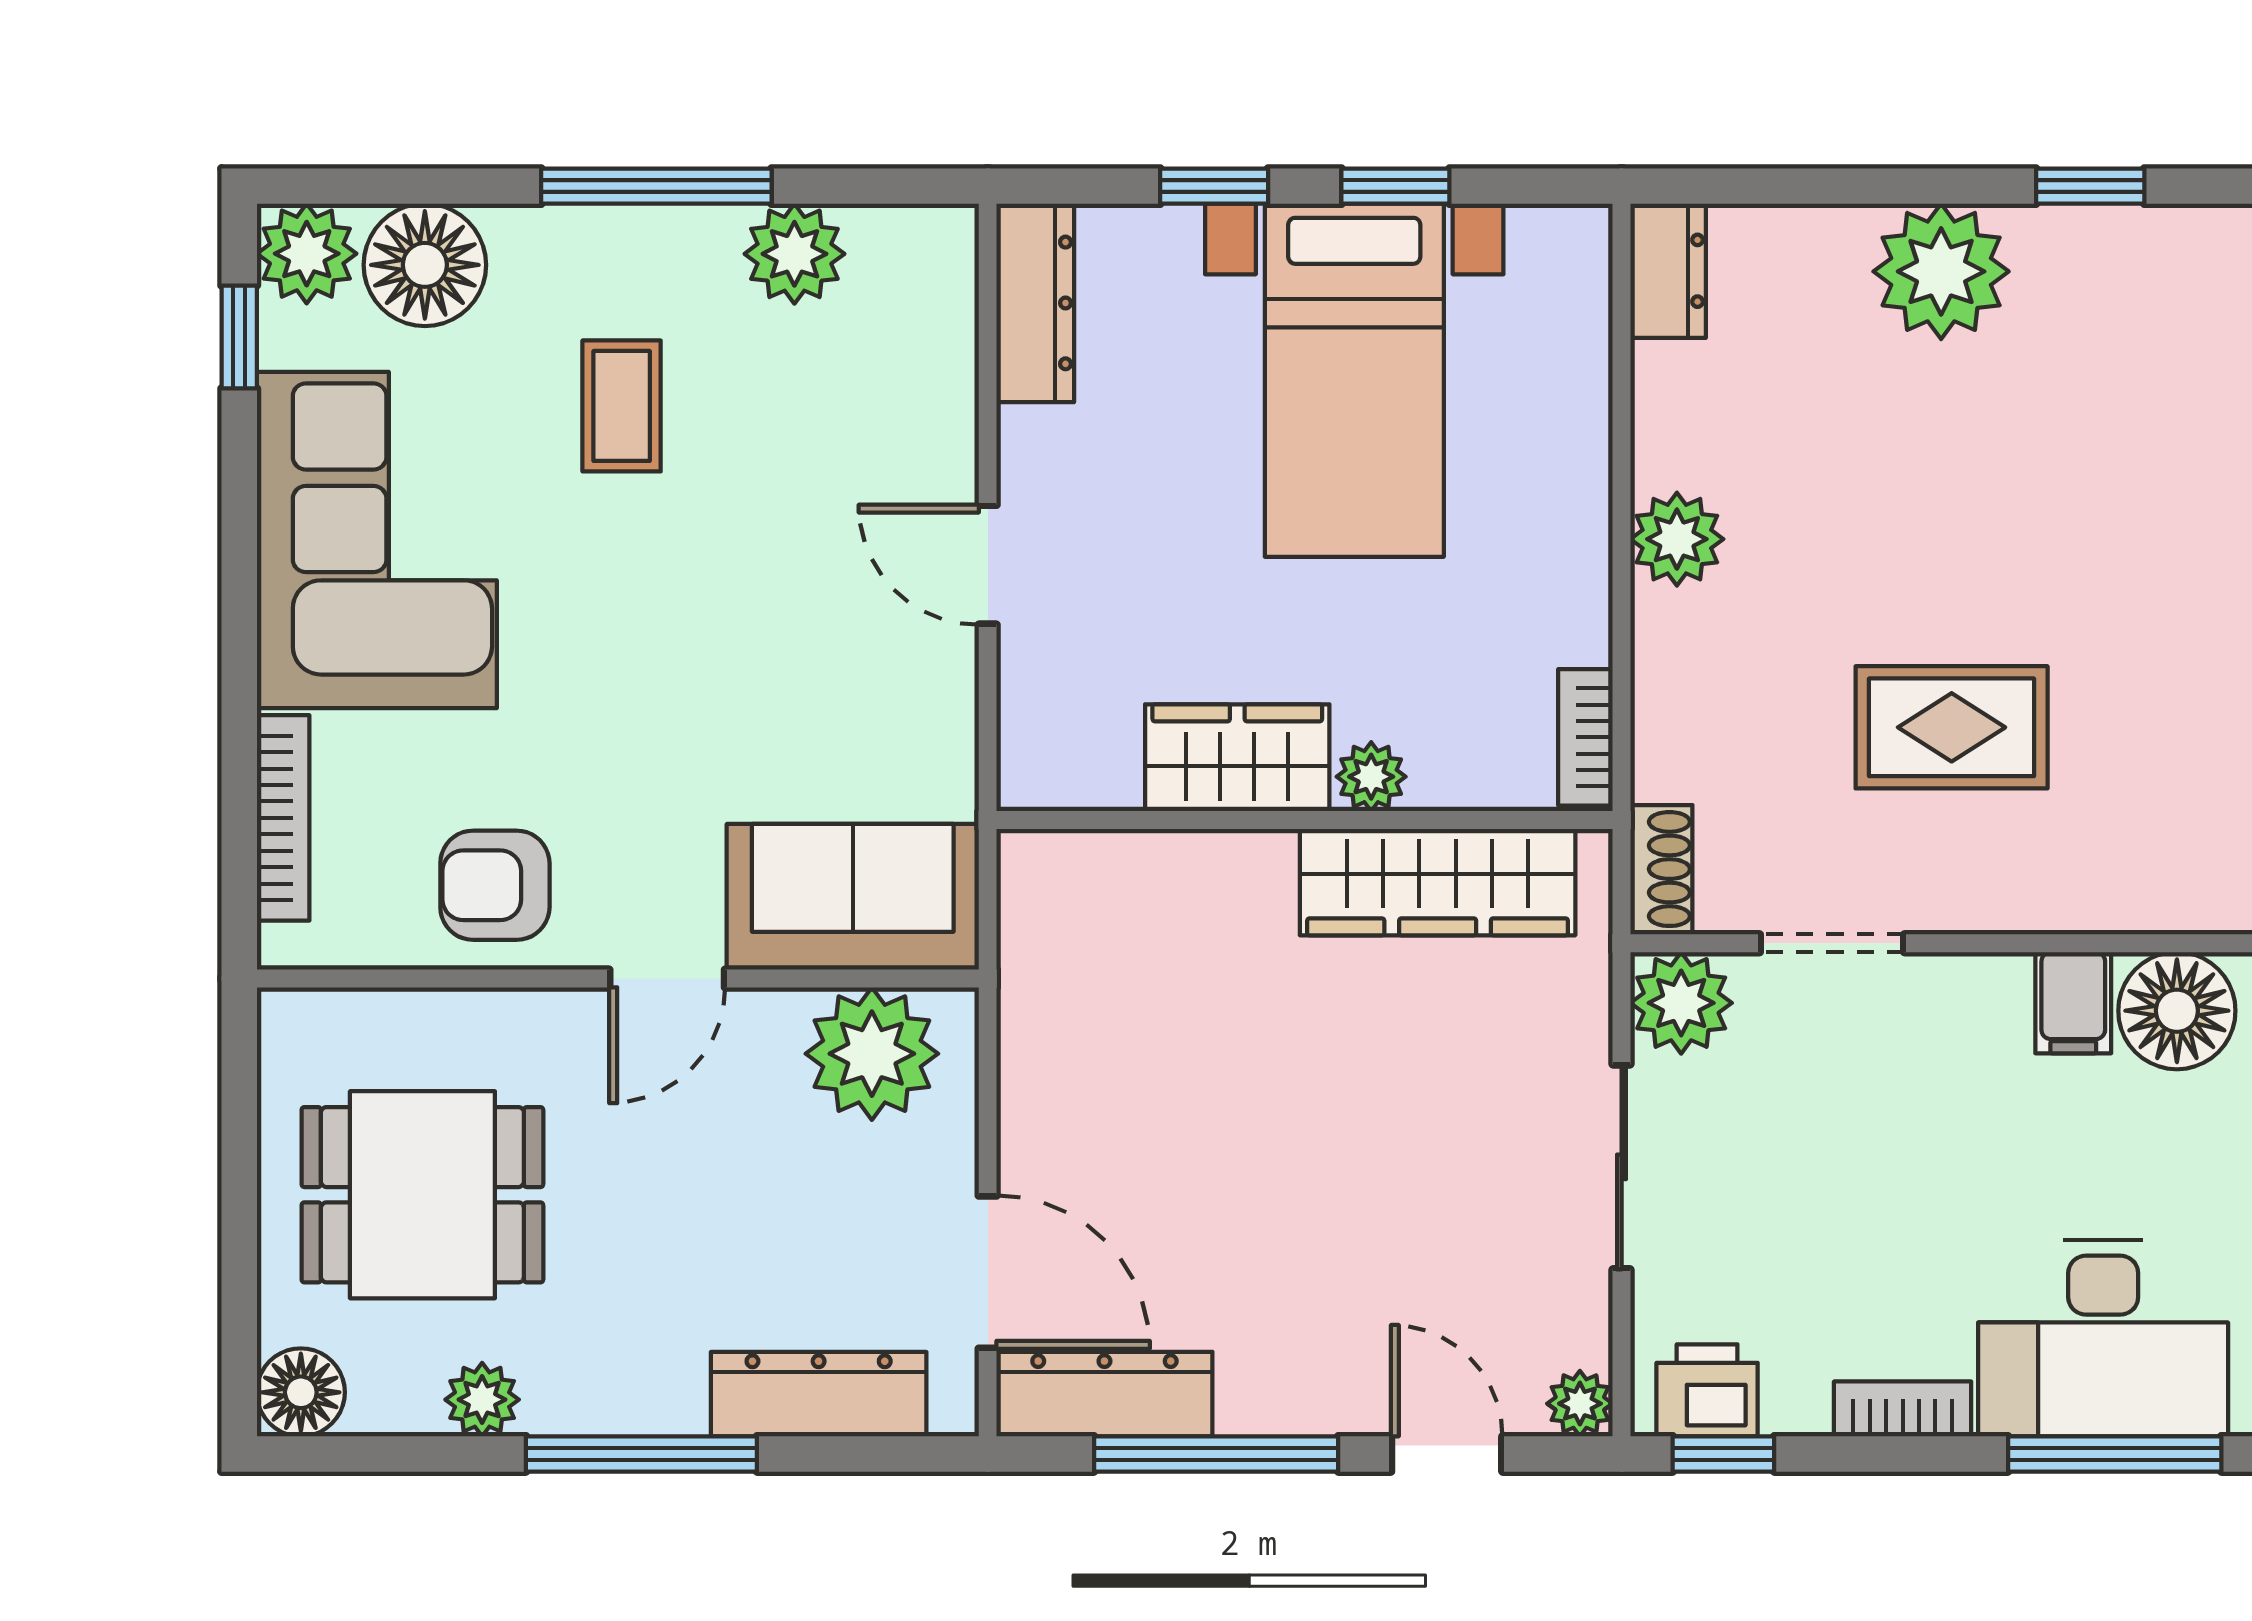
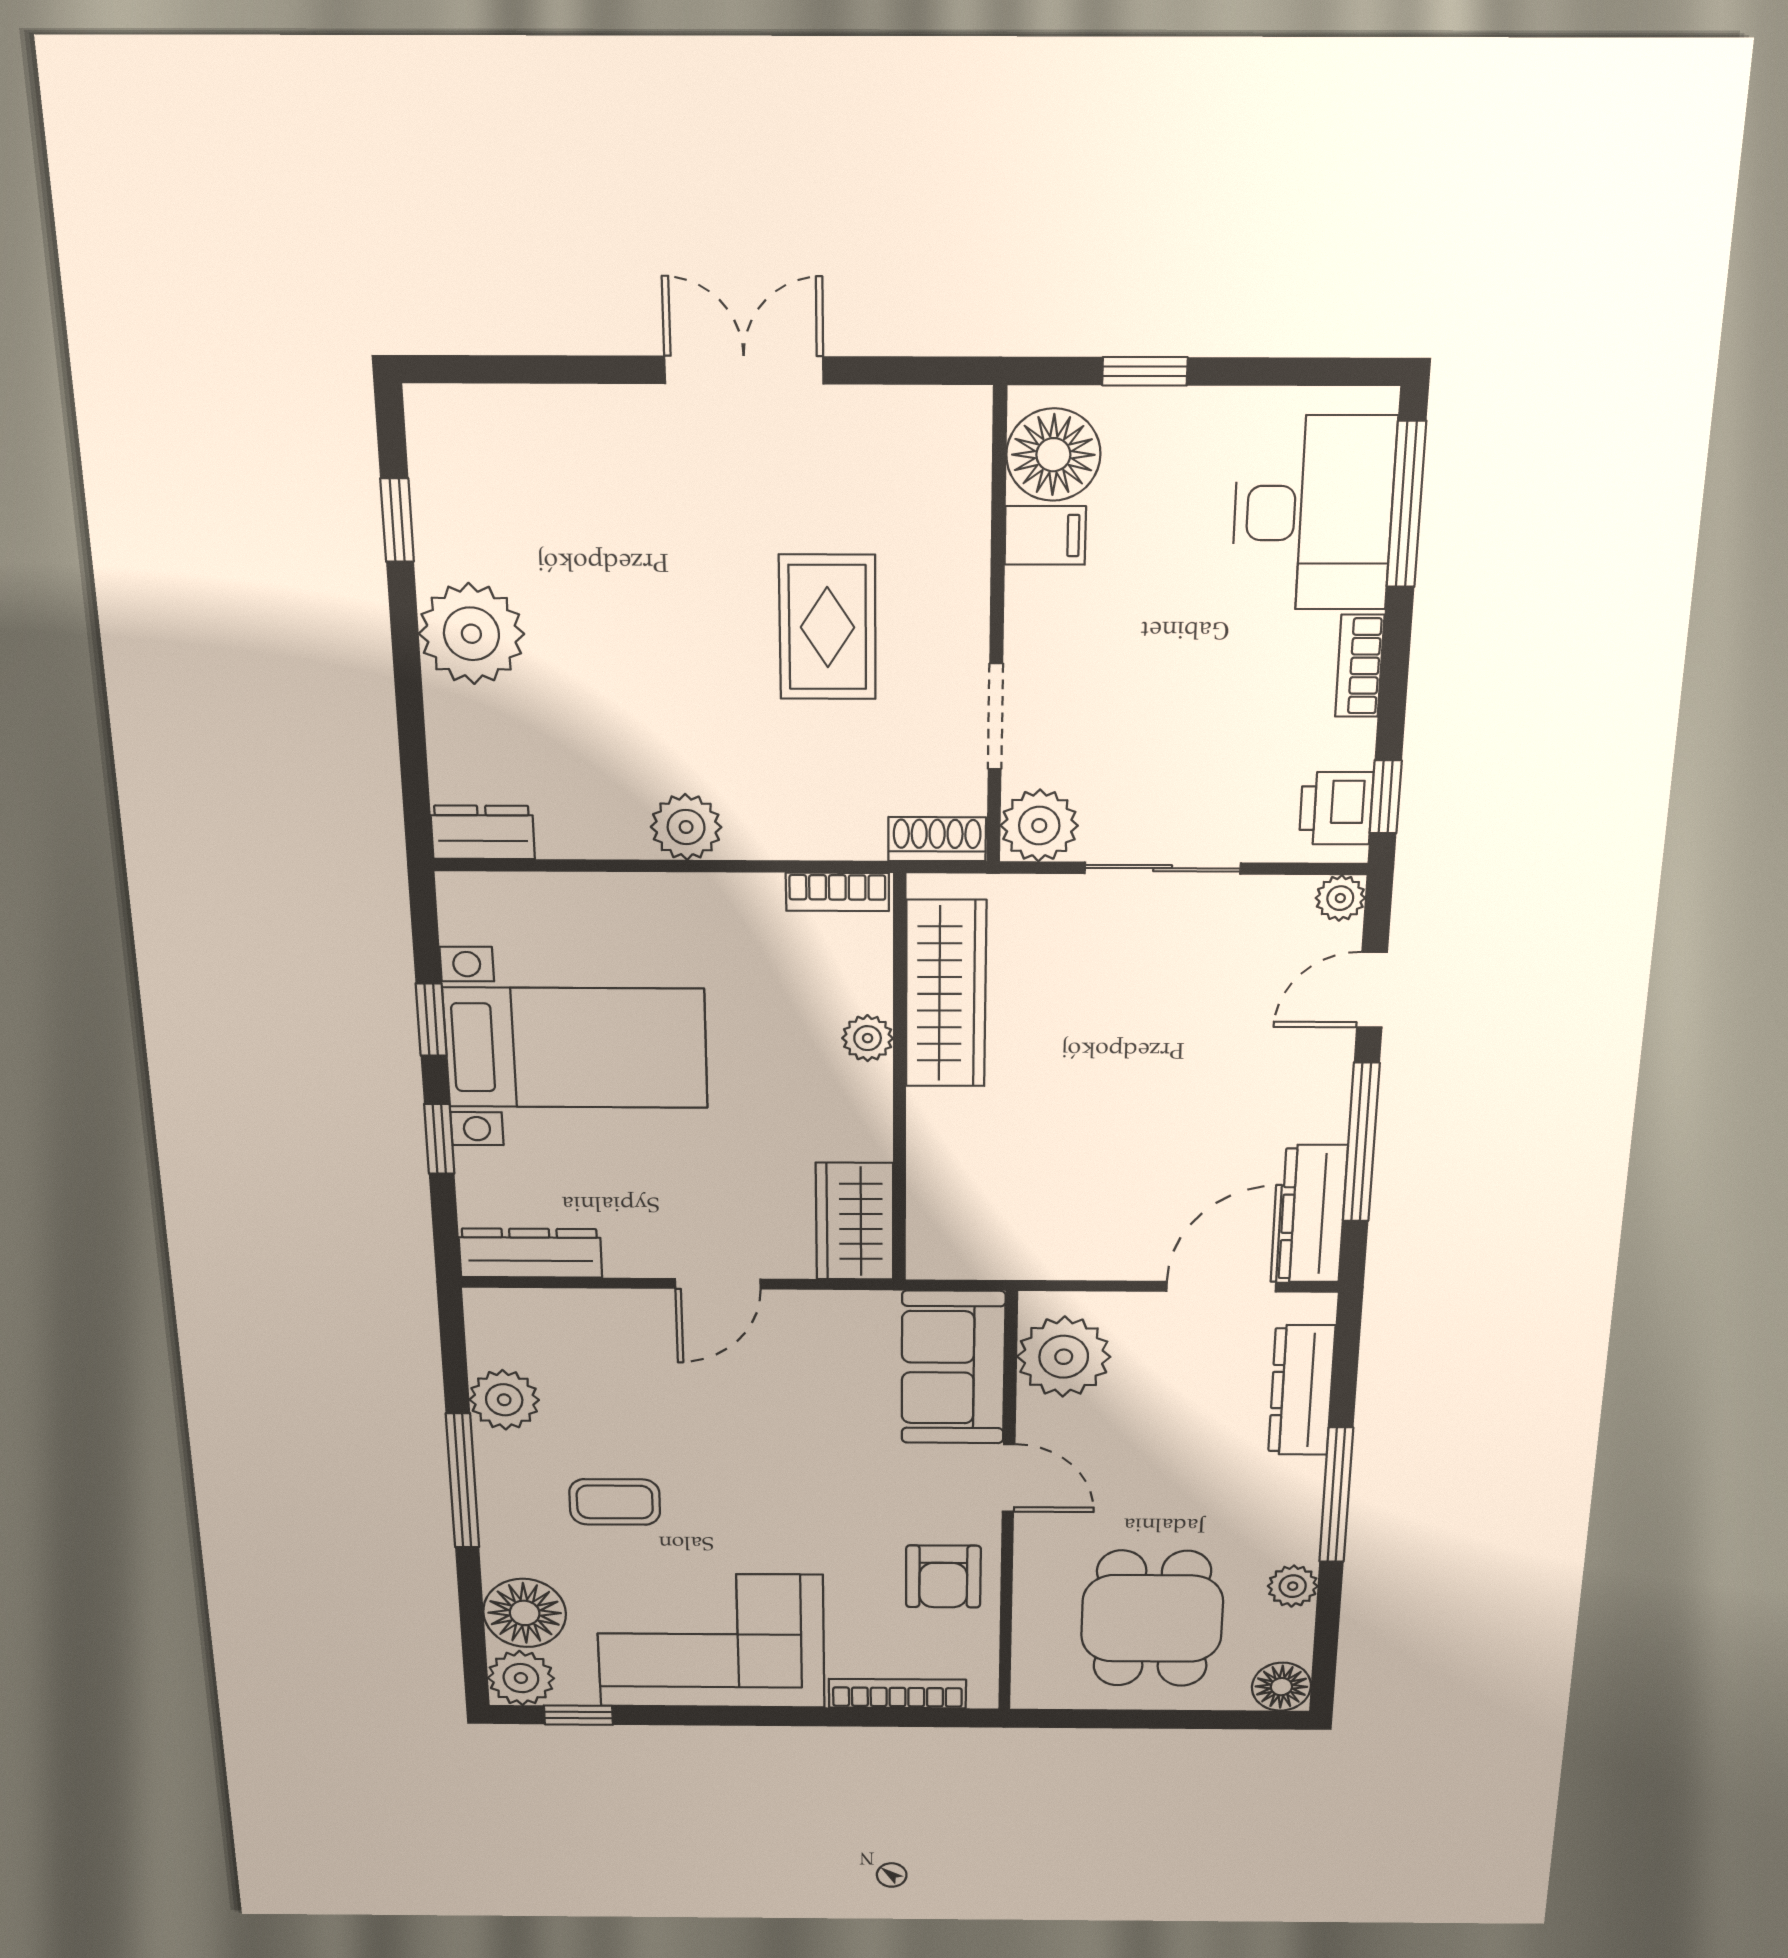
wardrobe: (1237, 758) -> (855, 1221), moved

